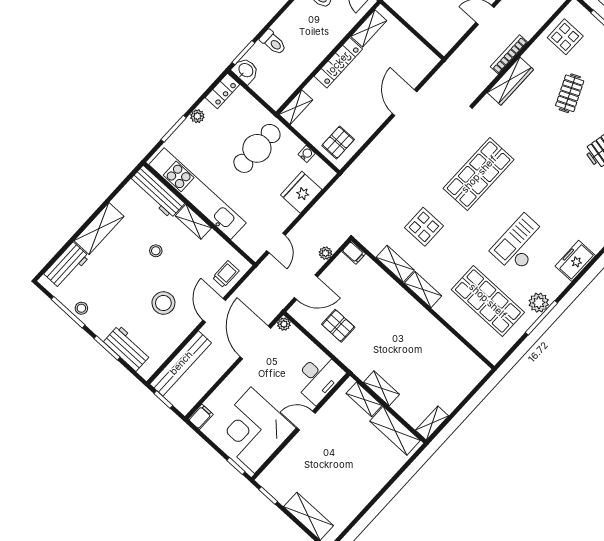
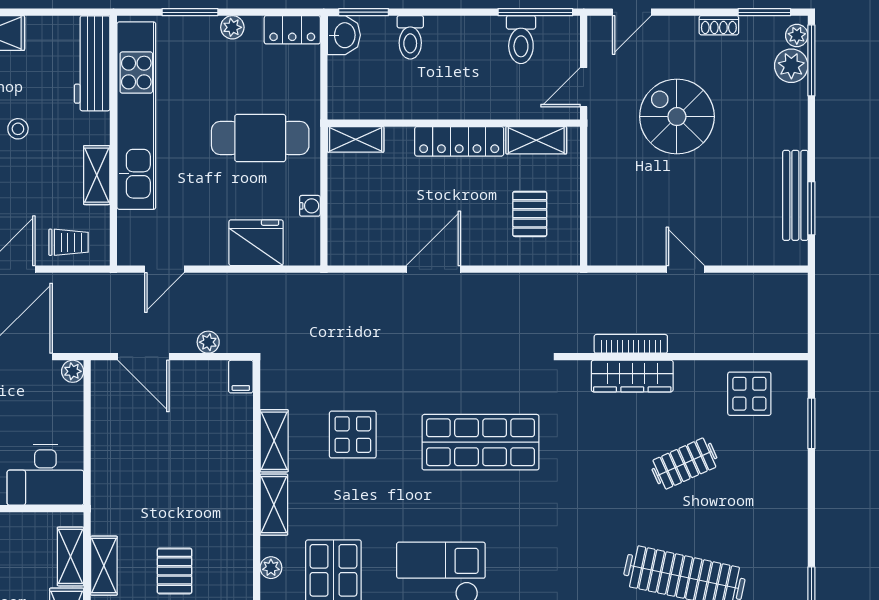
bookcase: (509, 54) -> (631, 344), moved
door: (405, 103) -> (433, 269), moved
pallet: (338, 142) -> (530, 214), moved, turned 90
shelving: (193, 222) -> (97, 175), moved
plant: (449, 316) -> (271, 568), added
pallet: (338, 326) -> (175, 571), moved

